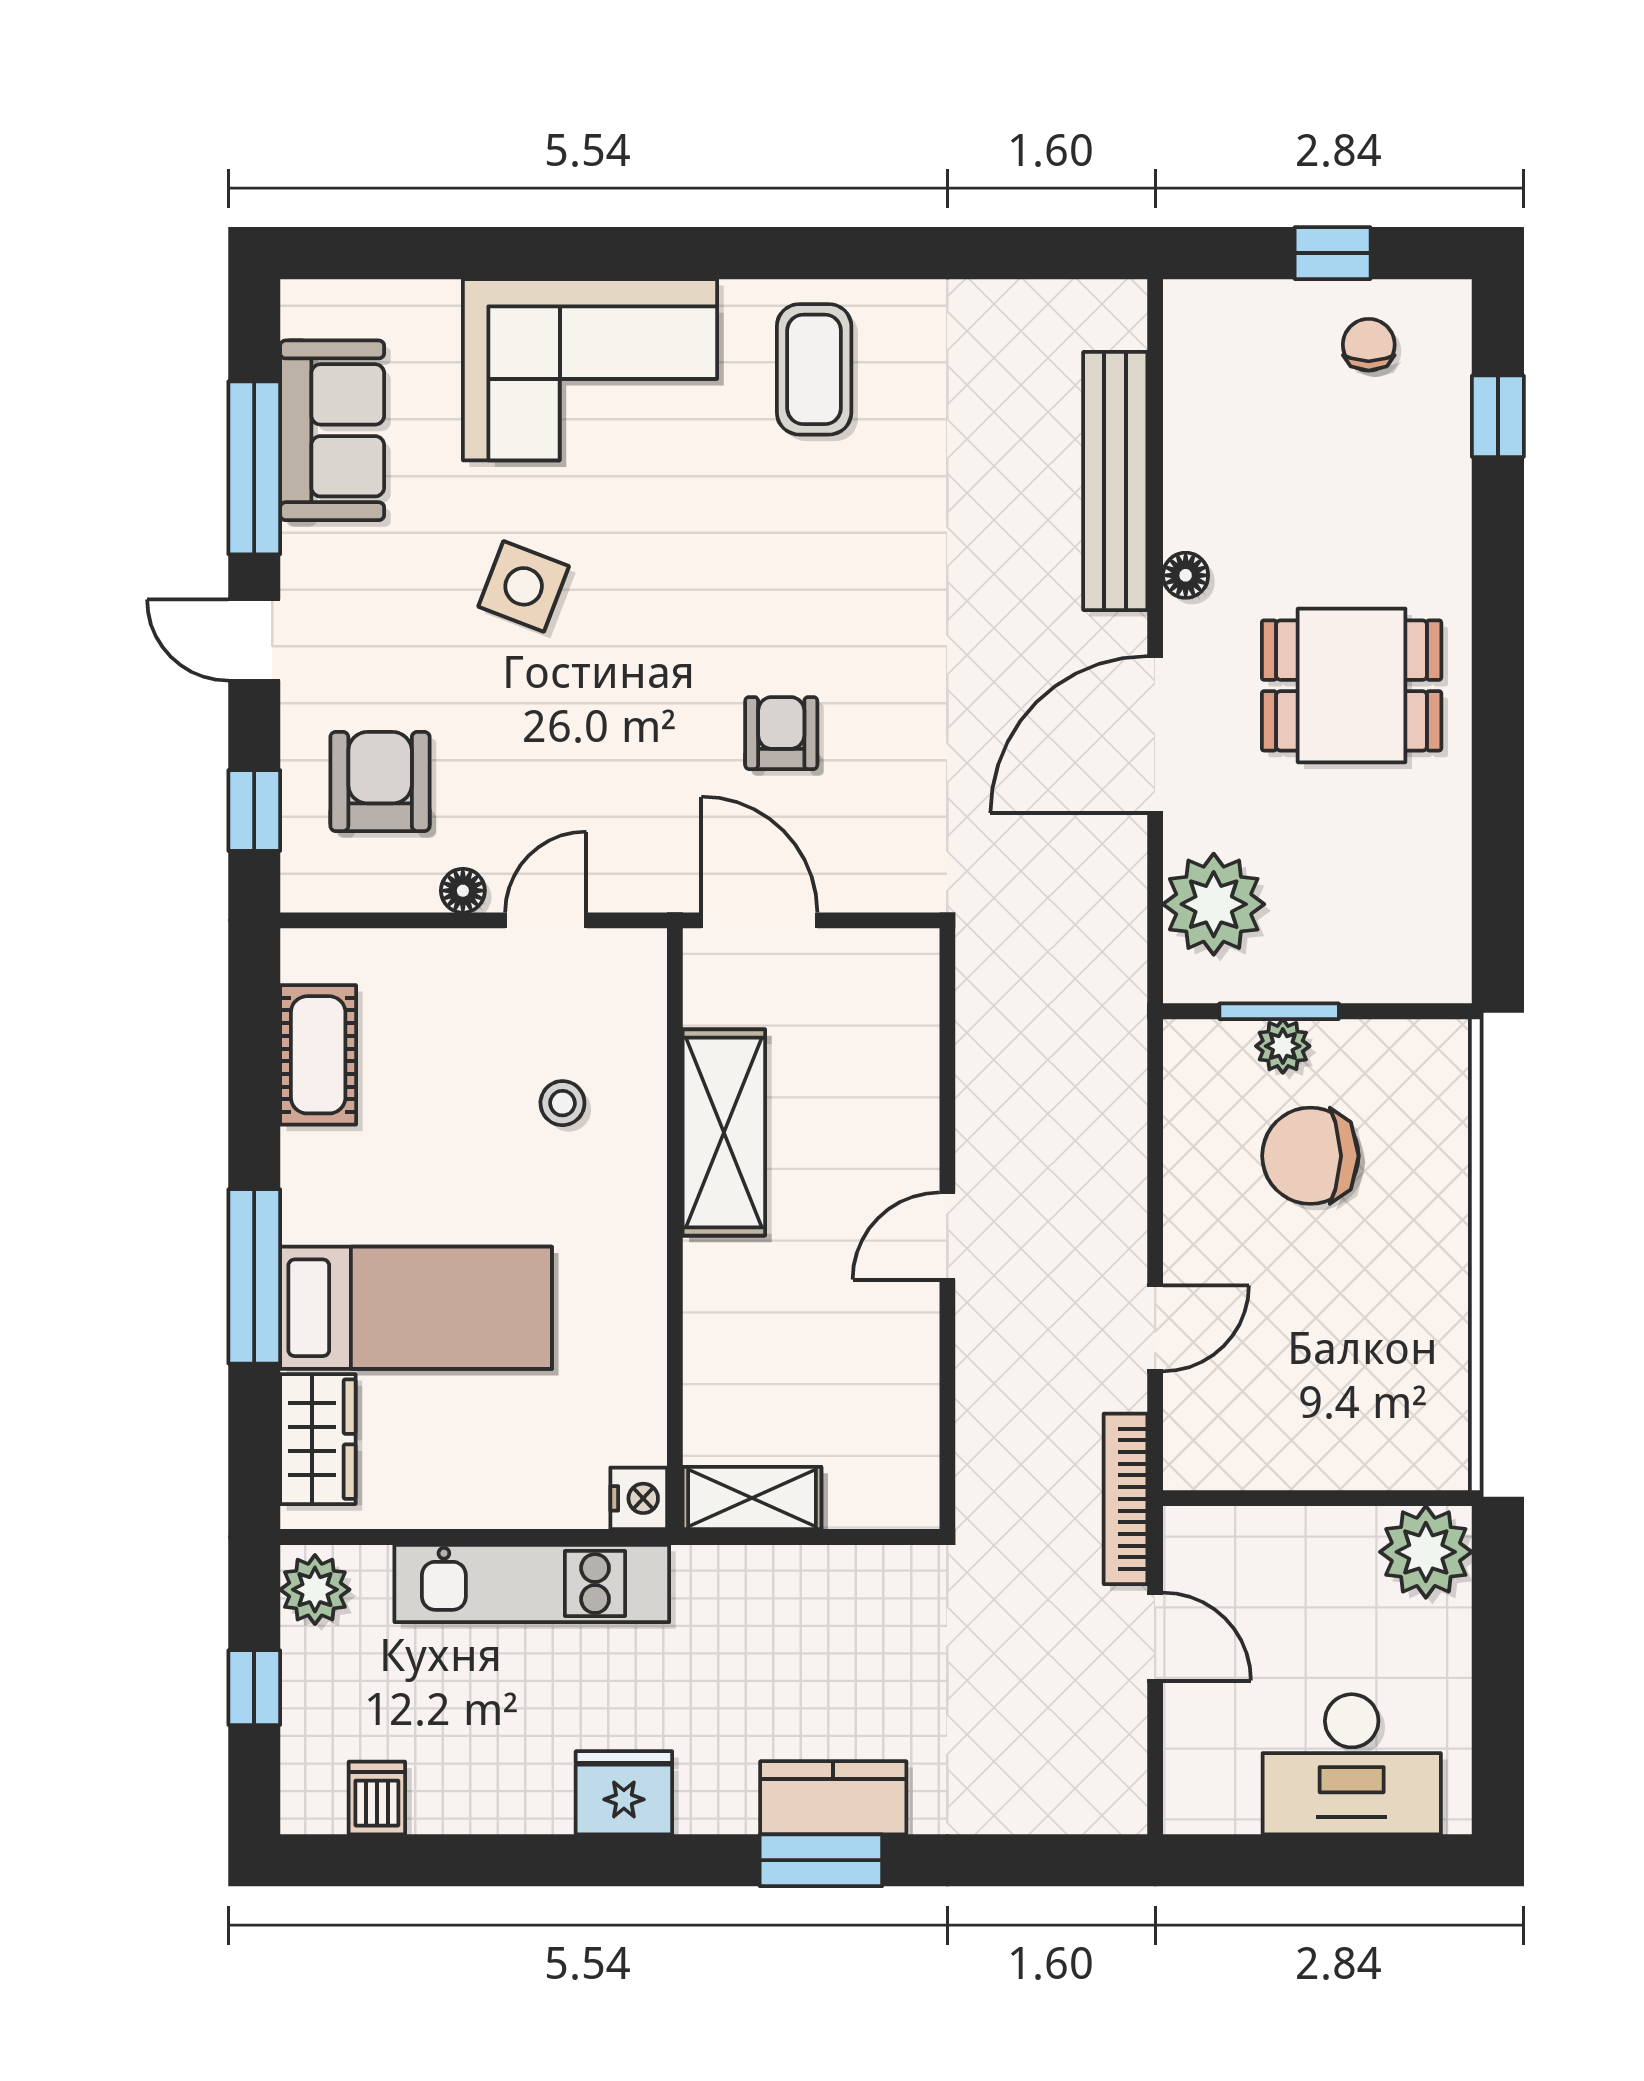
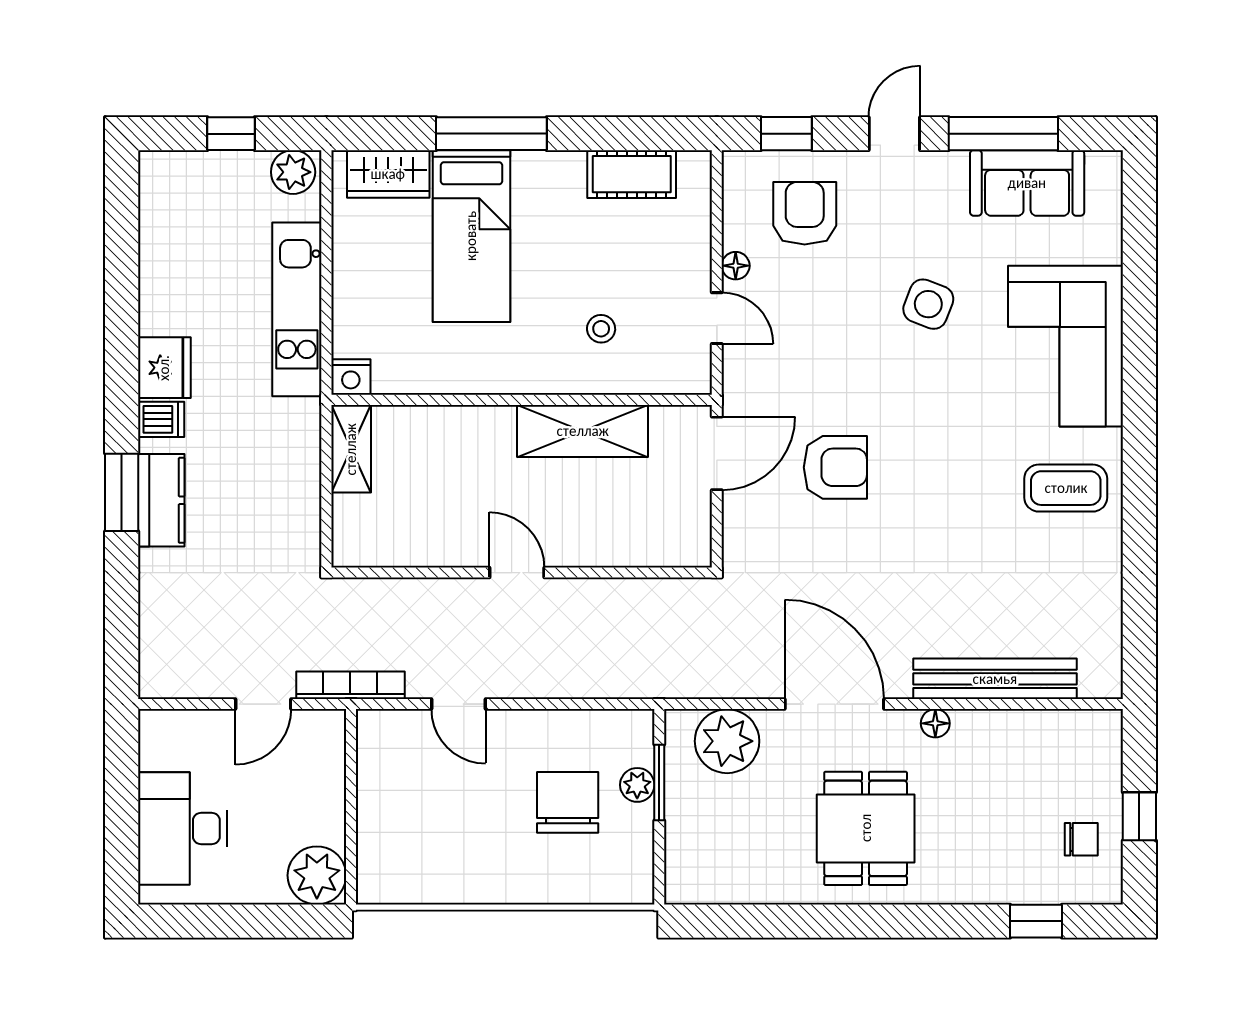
armchair: (781, 733) -> (835, 467), width x1.38, depth x1.38
armchair: (380, 782) -> (805, 213), turned -90
dishwasher: (377, 1798) -> (161, 419), moved

